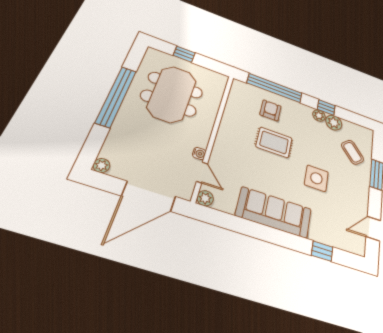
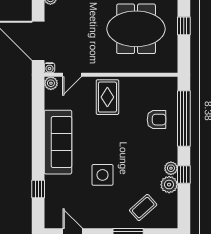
rug: (274, 142) -> (107, 97), moved
water cooler: (199, 153) -> (49, 68), moved

